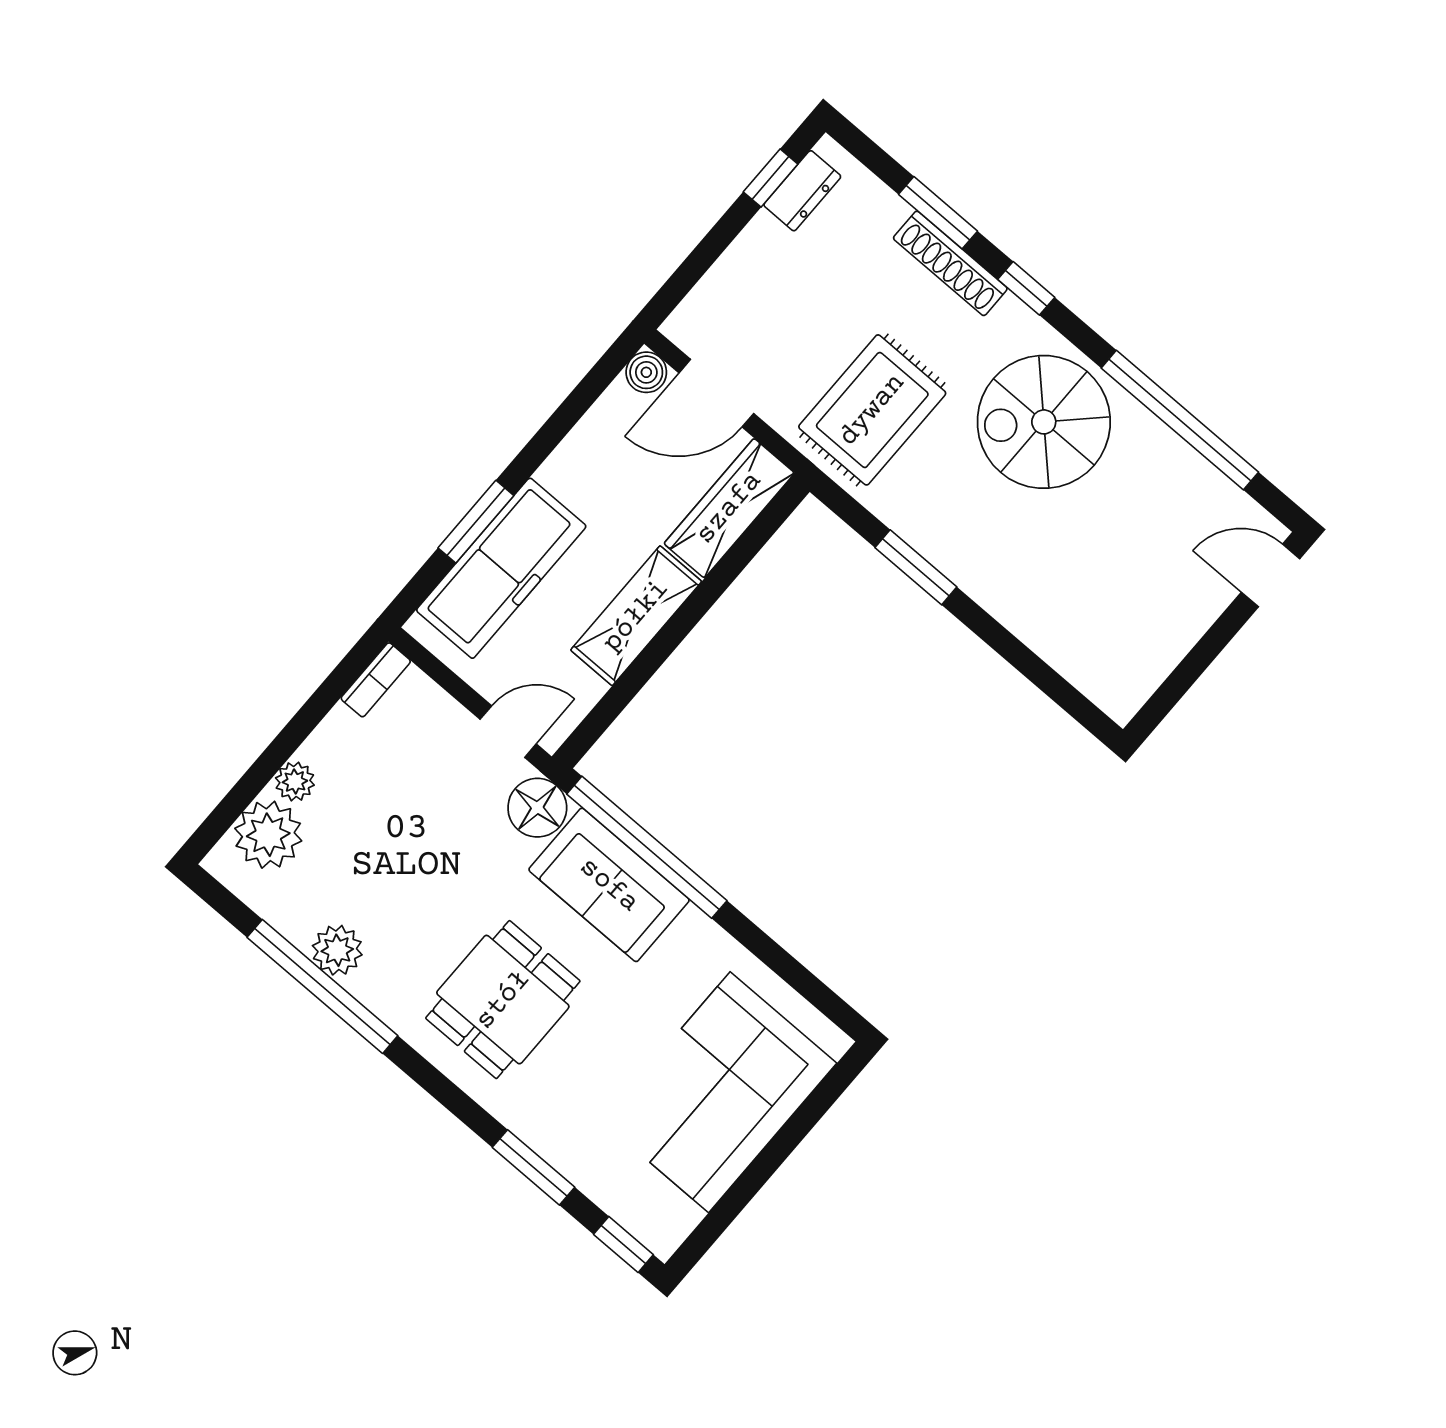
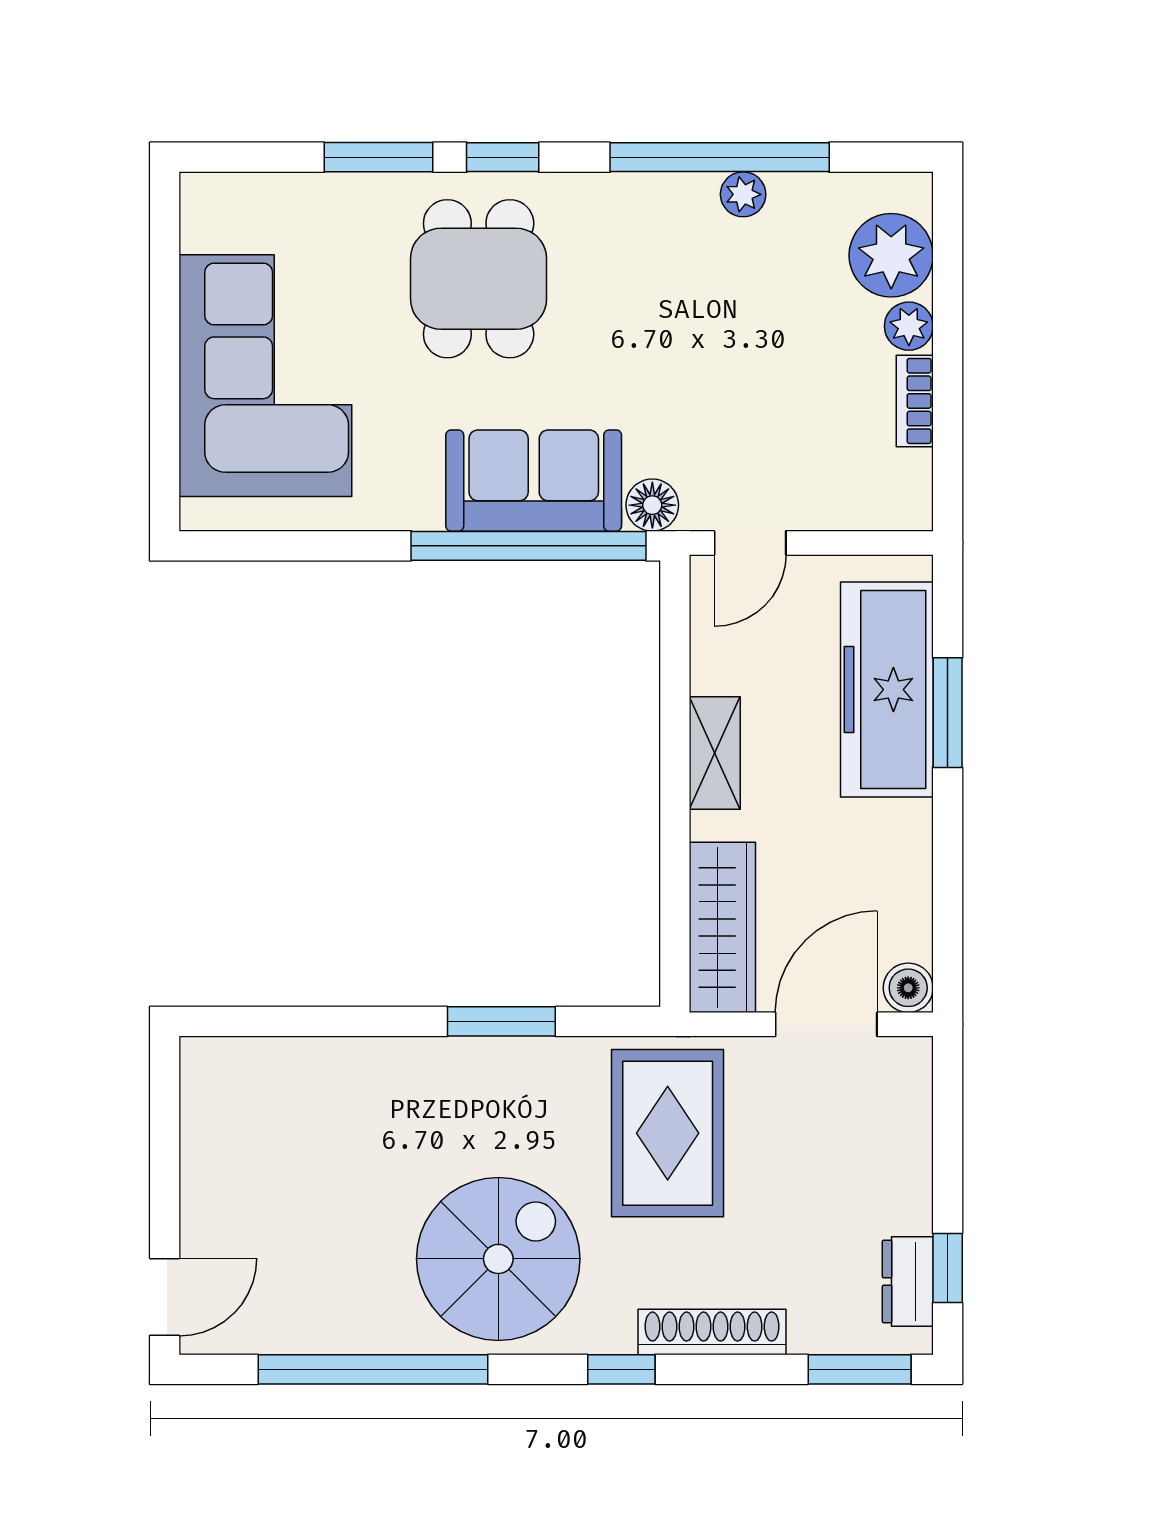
window: (938, 213) -> (860, 1369), moved
shelving: (636, 616) -> (715, 753), width x0.67, depth x0.75
bookcase: (376, 680) -> (915, 401), moved
floor lamp: (537, 808) -> (652, 505), width x0.73, depth x0.73
plant: (337, 950) -> (743, 194), width x0.73, depth x0.73
dining table: (503, 1000) -> (479, 279), moved
window: (623, 1244) -> (503, 157), moved

